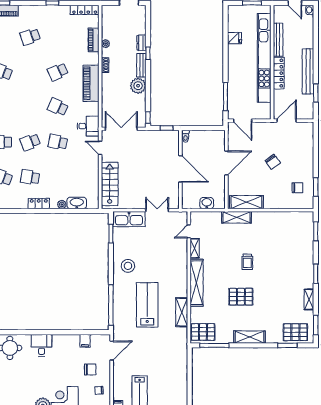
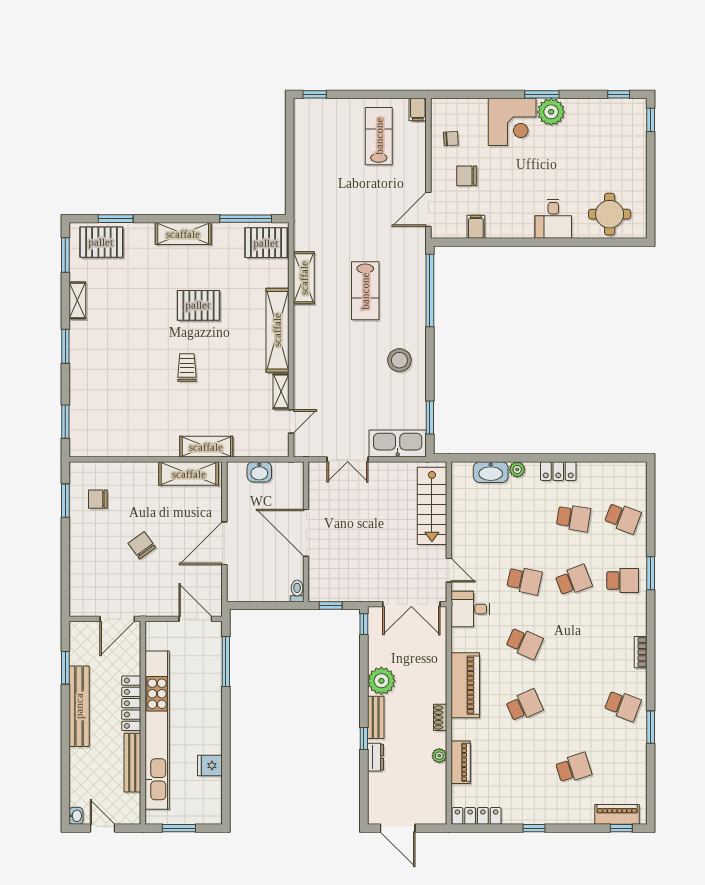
lab bench: (147, 305) -> (365, 291), width x0.73, depth x0.72

